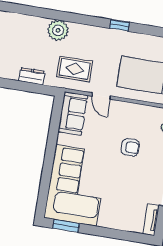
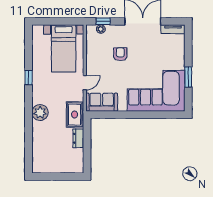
plant: (58, 30) -> (40, 113), moved
rug: (75, 69) -> (75, 115), moved
window: (66, 226) -> (188, 77), moved

